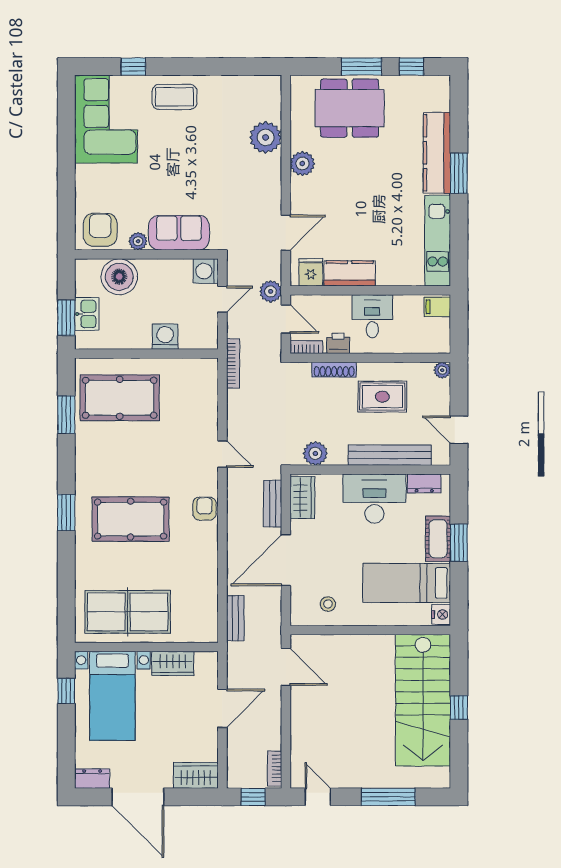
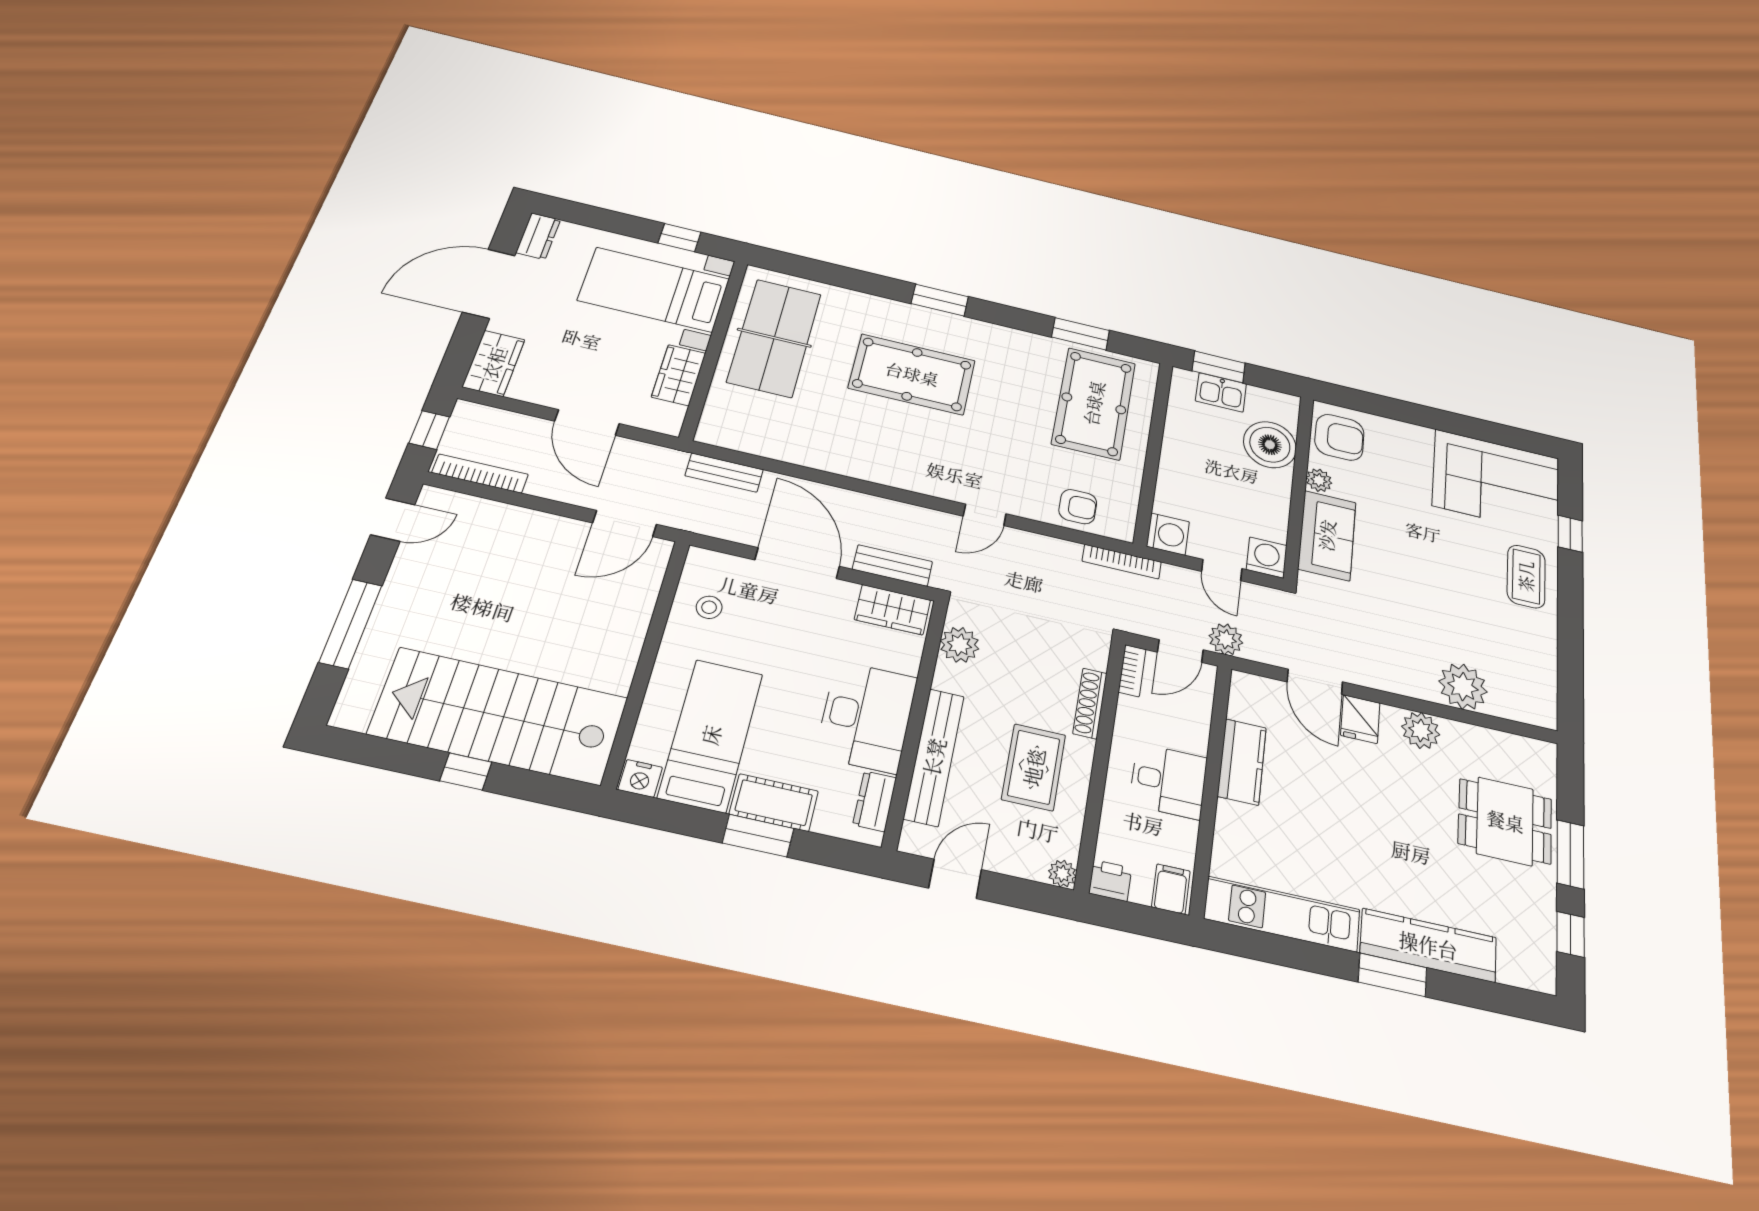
dining table: (350, 108) -> (1505, 821), width x0.73
fridge: (311, 272) -> (1360, 719), moved, turned 90
washing machine: (165, 337) -> (1168, 534), moved
printer: (338, 343) -> (1110, 881), moved, turned -90
armchair: (204, 509) -> (1078, 507), moved
pool table: (131, 519) -> (912, 374), turned 90
bookcase: (275, 768) -> (480, 474), width x1.56

